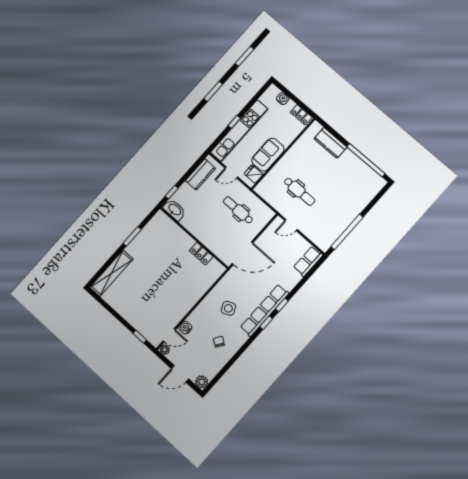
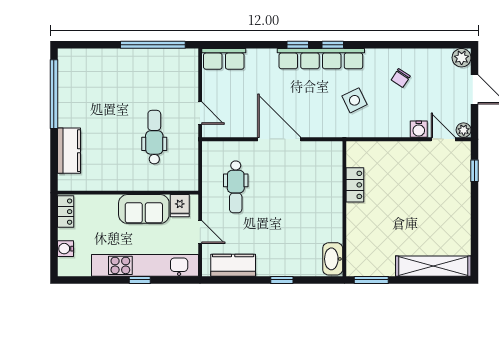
washbasin: (174, 210) -> (333, 259), moved
wall: (194, 238) -> (344, 209), moved
locker: (201, 254) -> (355, 185), moved

